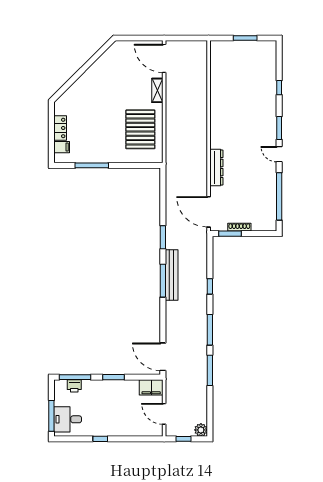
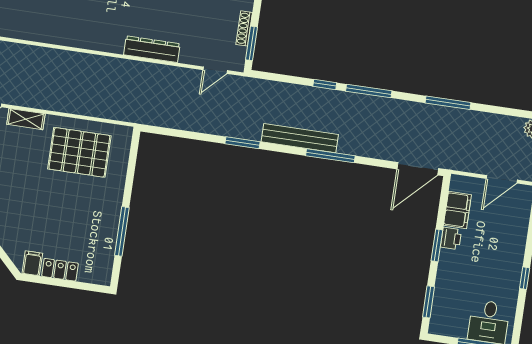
filing cabinet: (62, 147) -> (32, 263), moved
door: (209, 212) -> (215, 70), width x0.53
window: (163, 281) -> (330, 156), moved
window: (210, 330) -> (369, 91), moved
window: (75, 377) -> (428, 302), width x0.69
printer: (74, 386) -> (451, 238), moved
filing cabinet: (151, 387) -> (457, 210), moved

